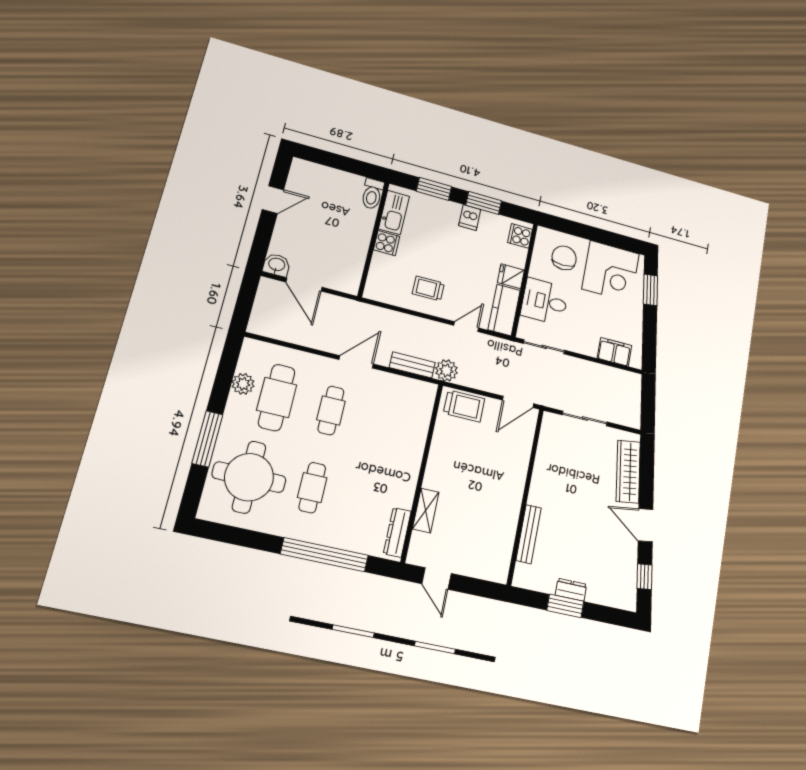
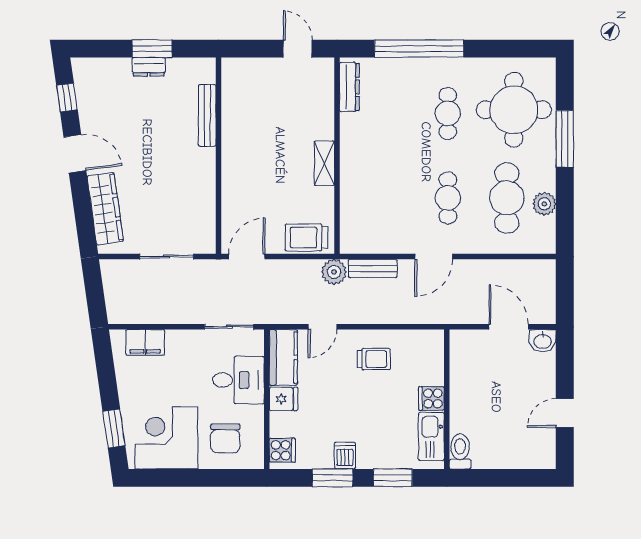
shelving: (426, 510) -> (324, 163), moved

